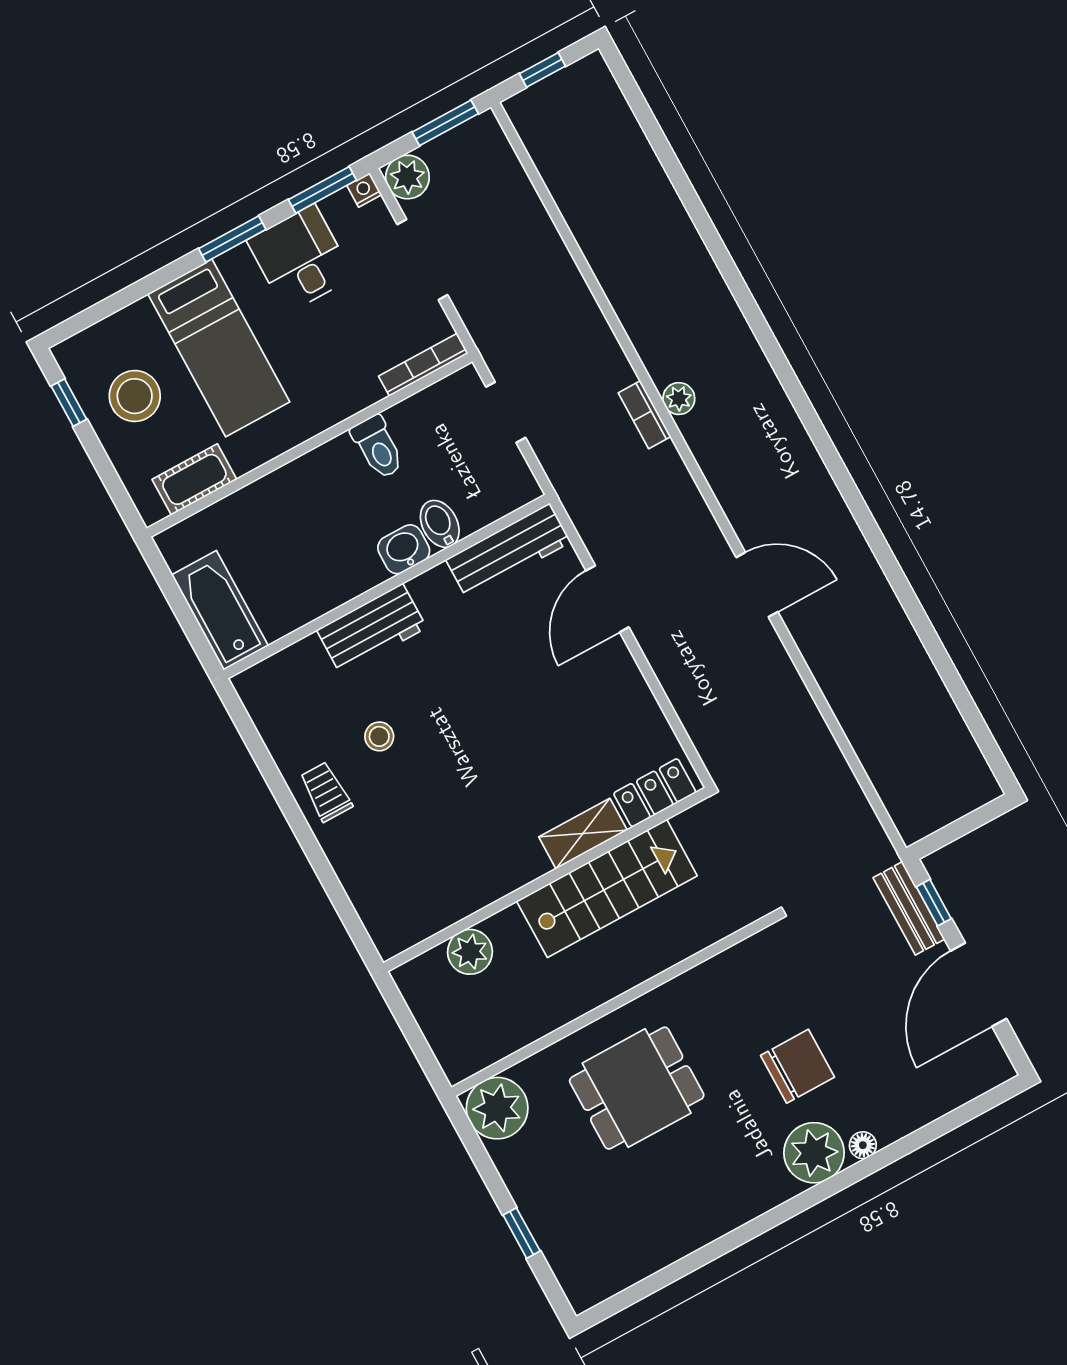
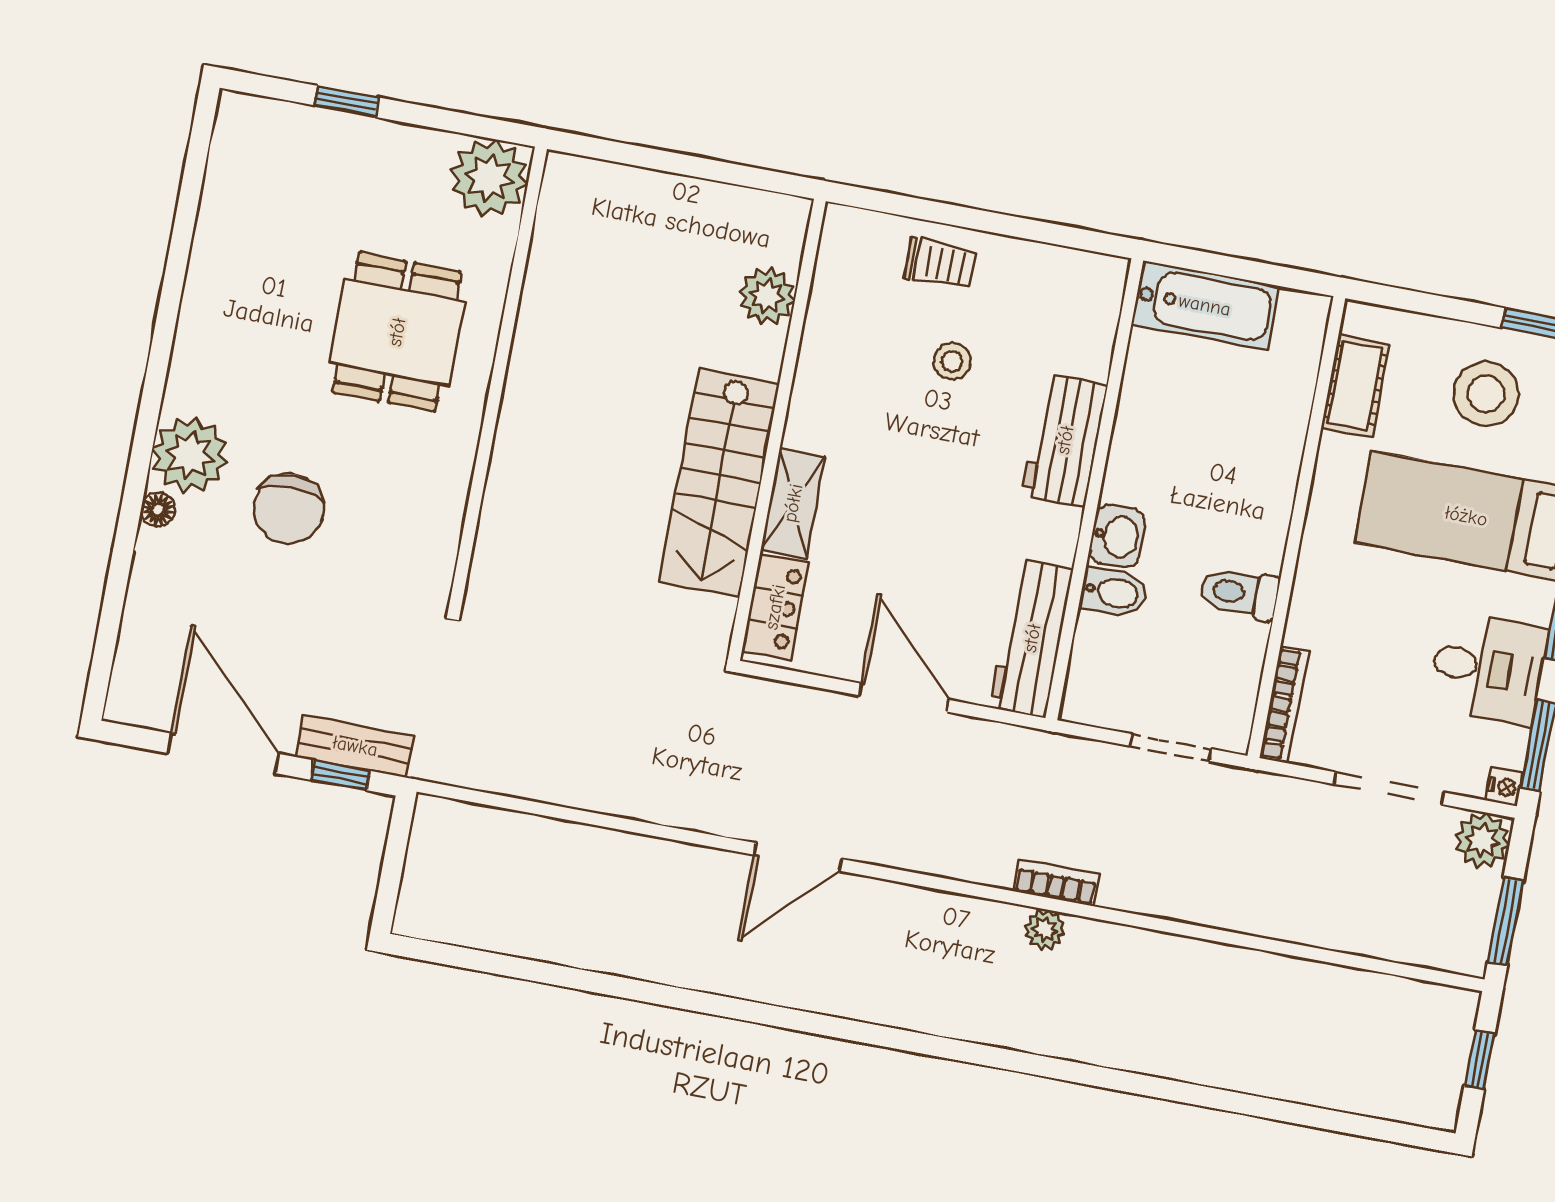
locker: (655, 793) -> (775, 607), moved
shelving: (583, 834) -> (793, 503), moved
wall: (546, 879) -> (777, 430), moved
stairs: (607, 888) -> (719, 483), moved
plant: (470, 952) -> (767, 296), moved

